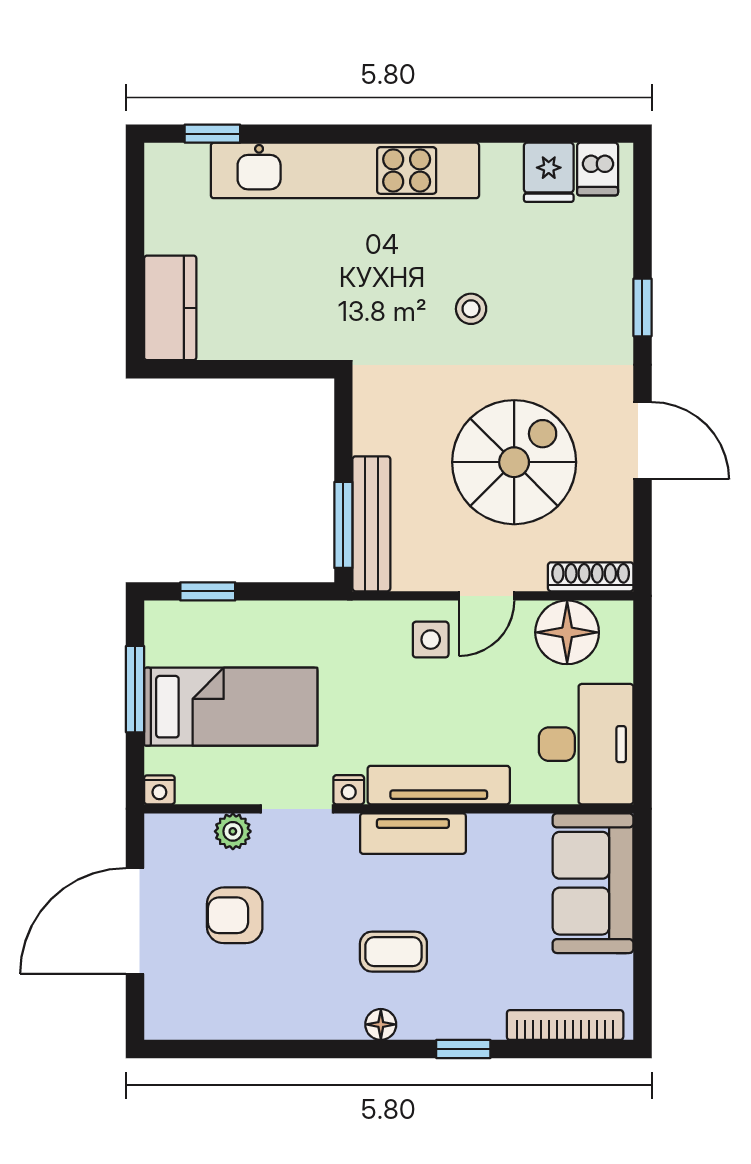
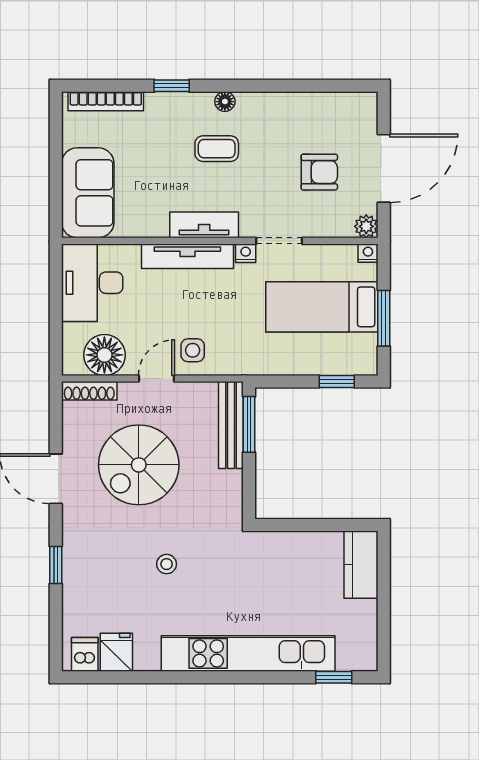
plant: (233, 831) -> (366, 226), moved

